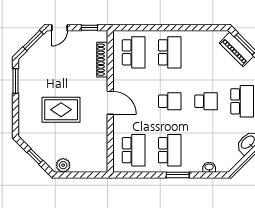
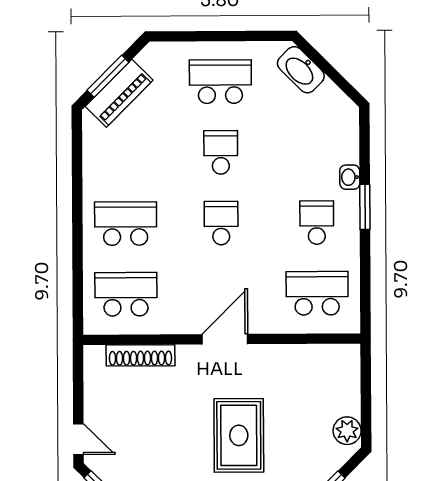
window: (89, 28) -> (78, 381), removed
school desk: (170, 150) -> (317, 223), width x0.54
washbasin: (209, 167) -> (350, 177), moved

